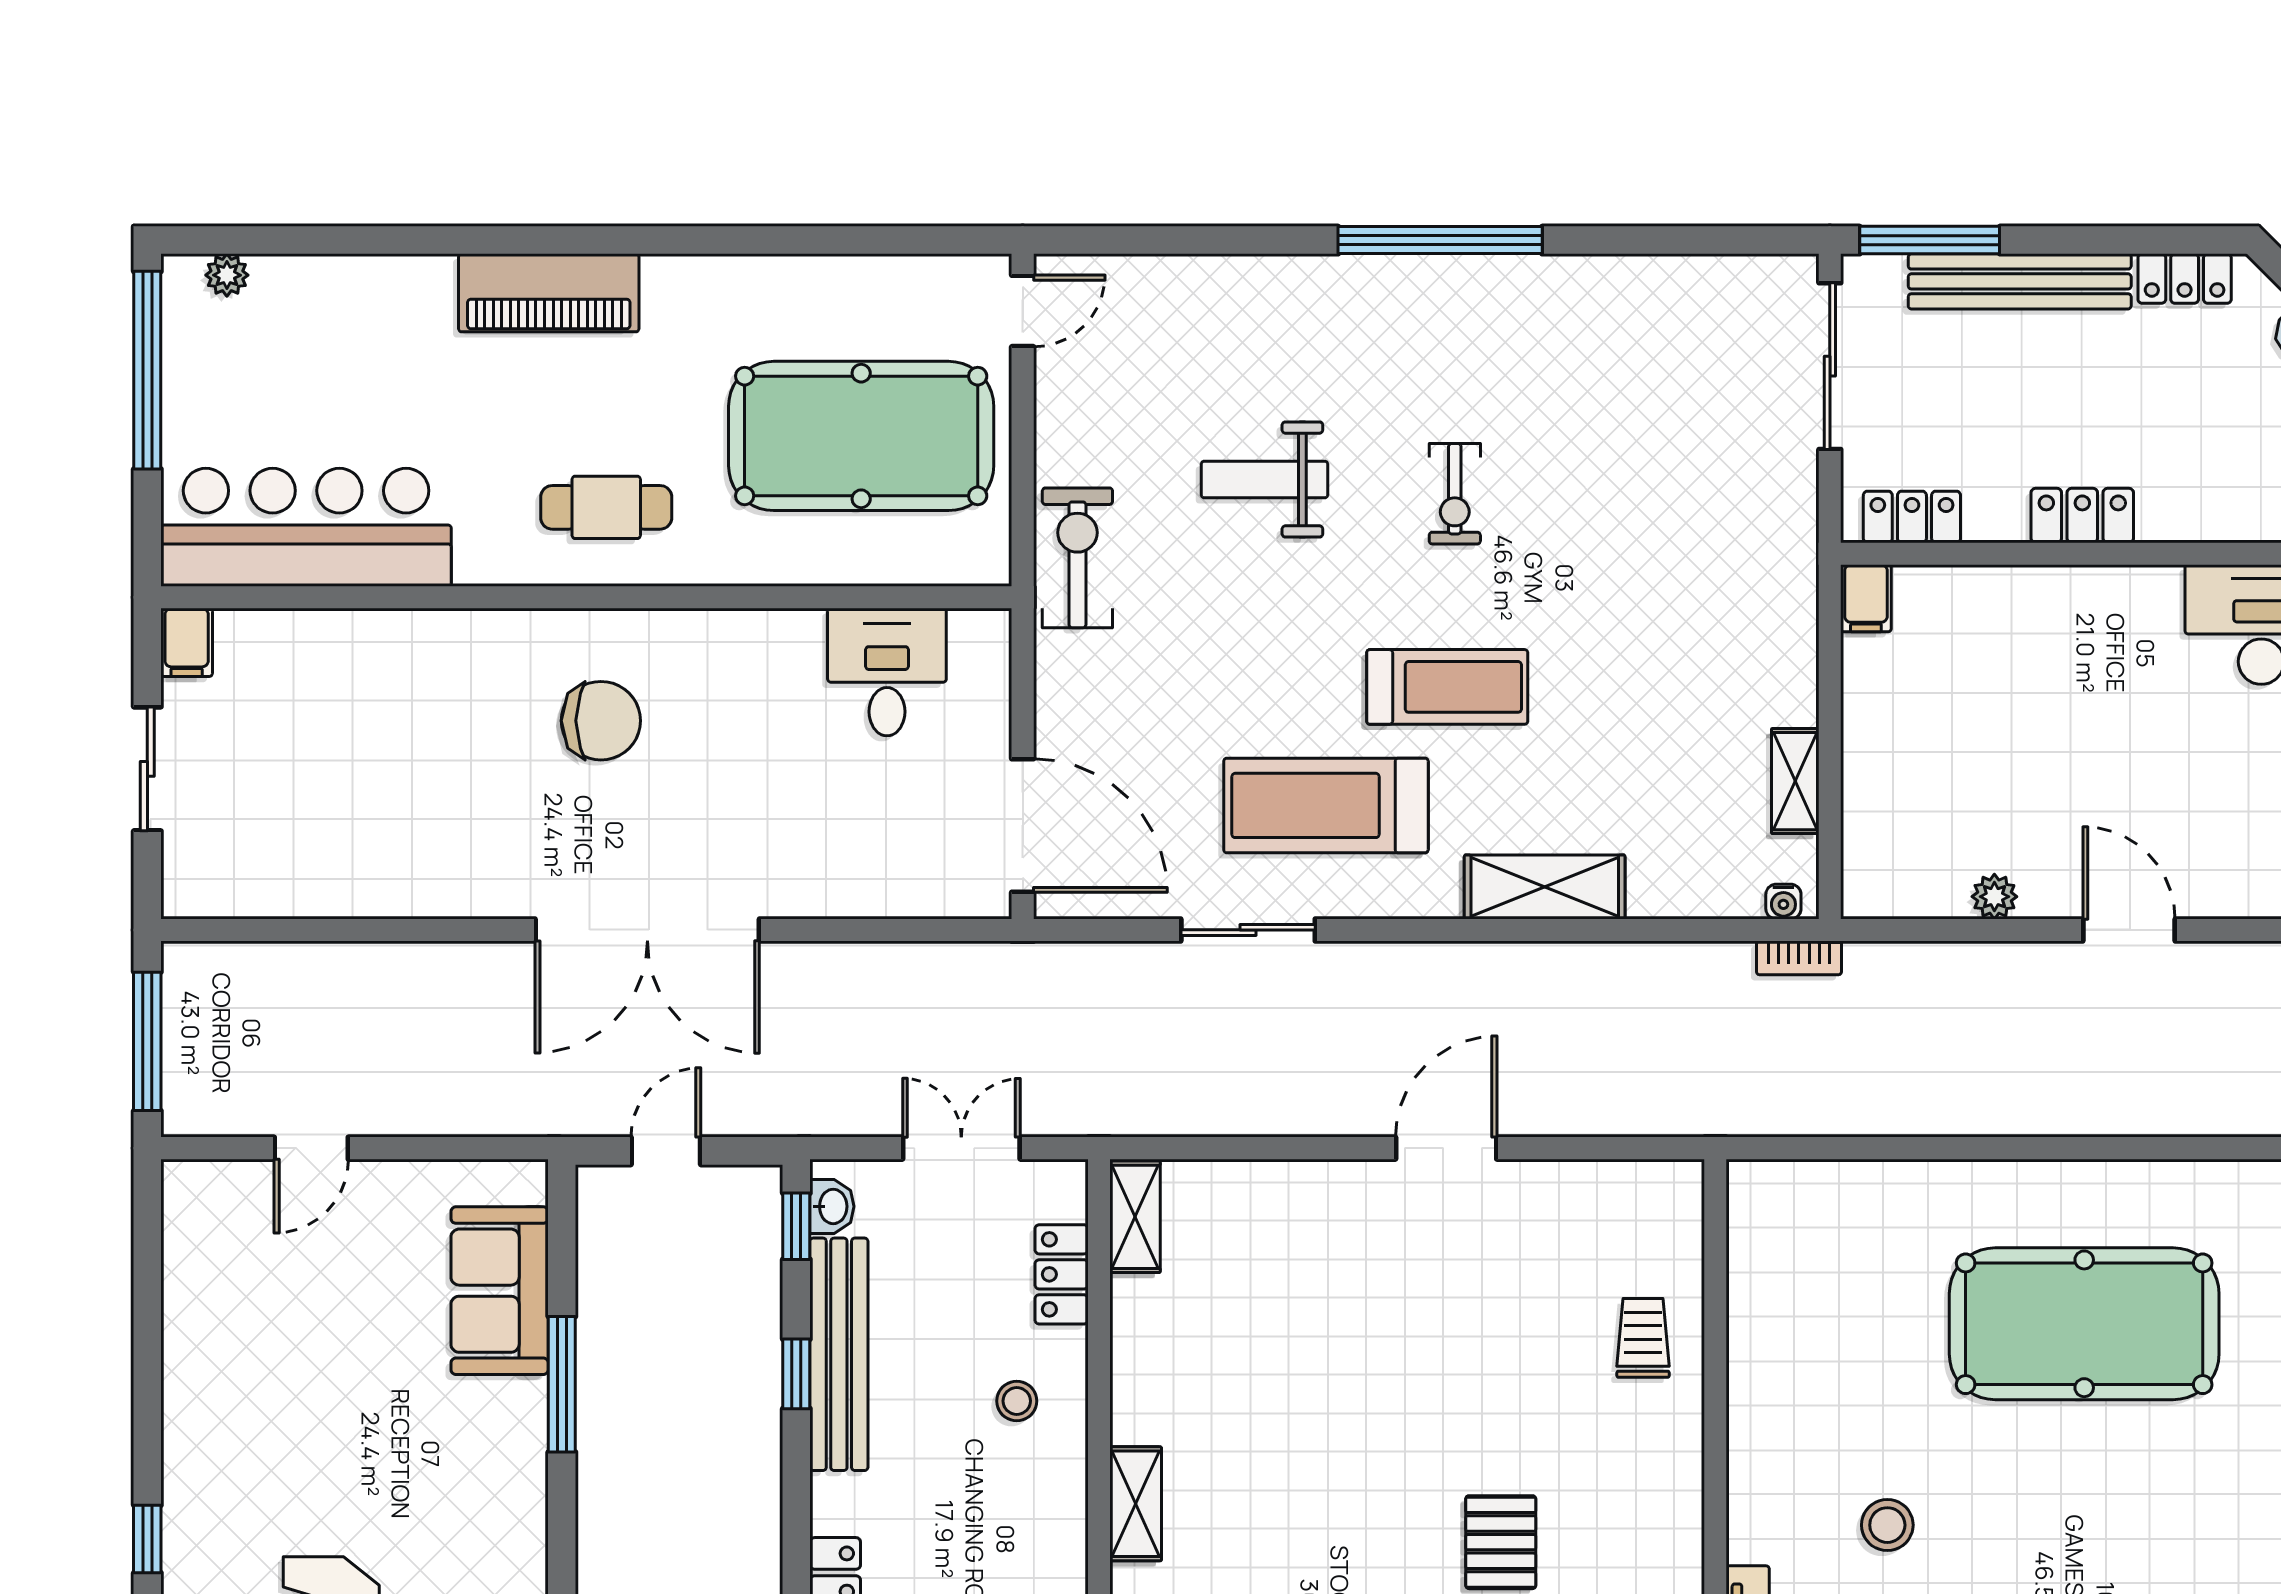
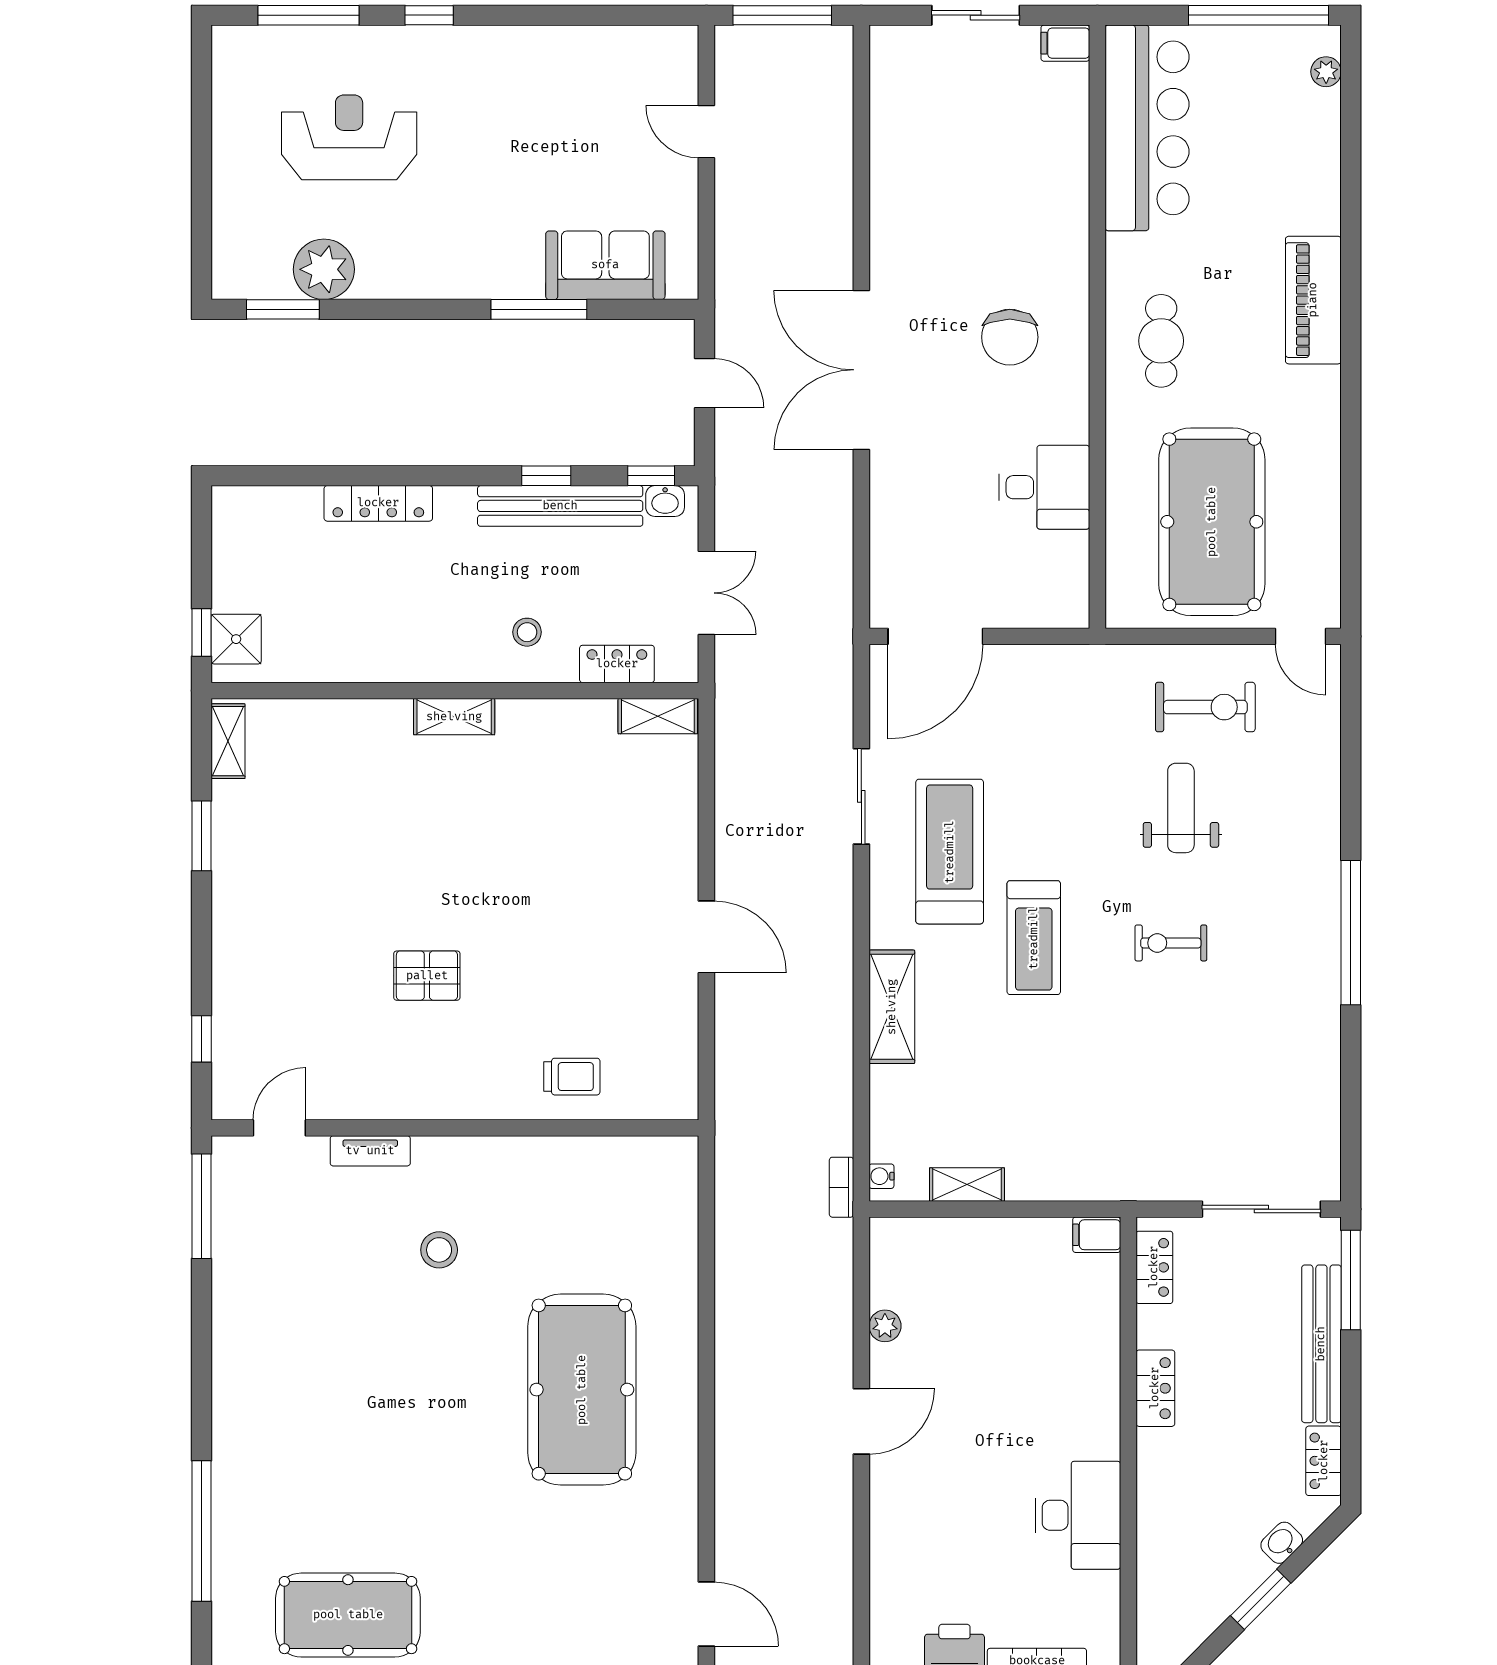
exercise bike: (1077, 558) -> (1205, 707), moved
desk: (887, 672) -> (1044, 487), moved

